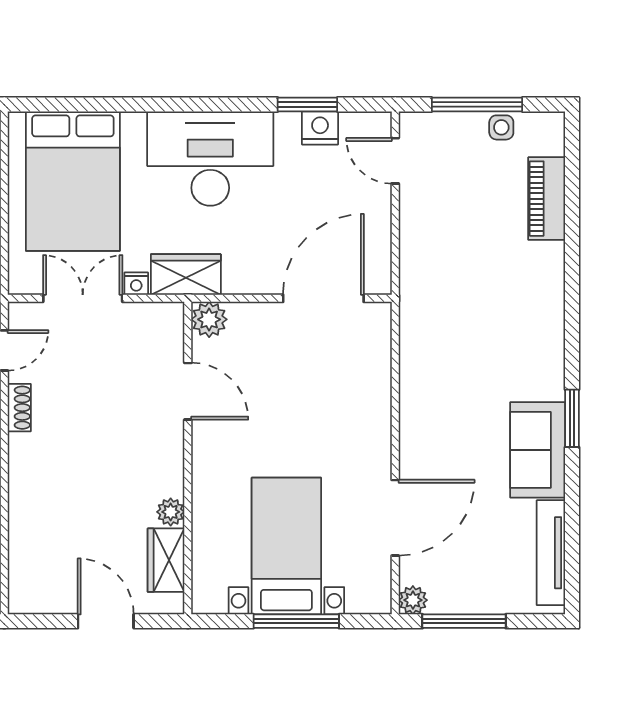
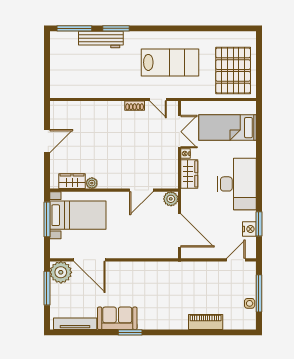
bed: (73, 181) -> (228, 128), width x0.67
piano: (547, 199) -> (206, 322), moved
plant: (209, 319) -> (171, 199), moved
door: (188, 391) -> (141, 190), moved
wall: (188, 458) -> (114, 190), moved
plant: (171, 512) -> (92, 183), moved
wardrobe: (166, 560) -> (72, 181), moved
plant: (413, 600) -> (61, 272), width x1.87, depth x1.87

